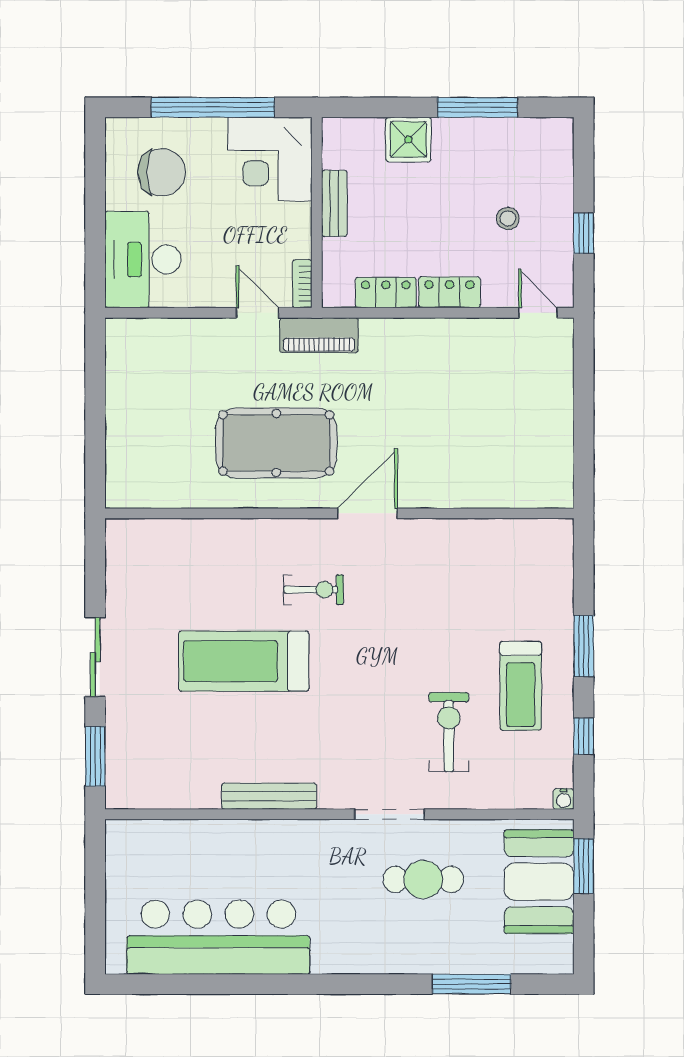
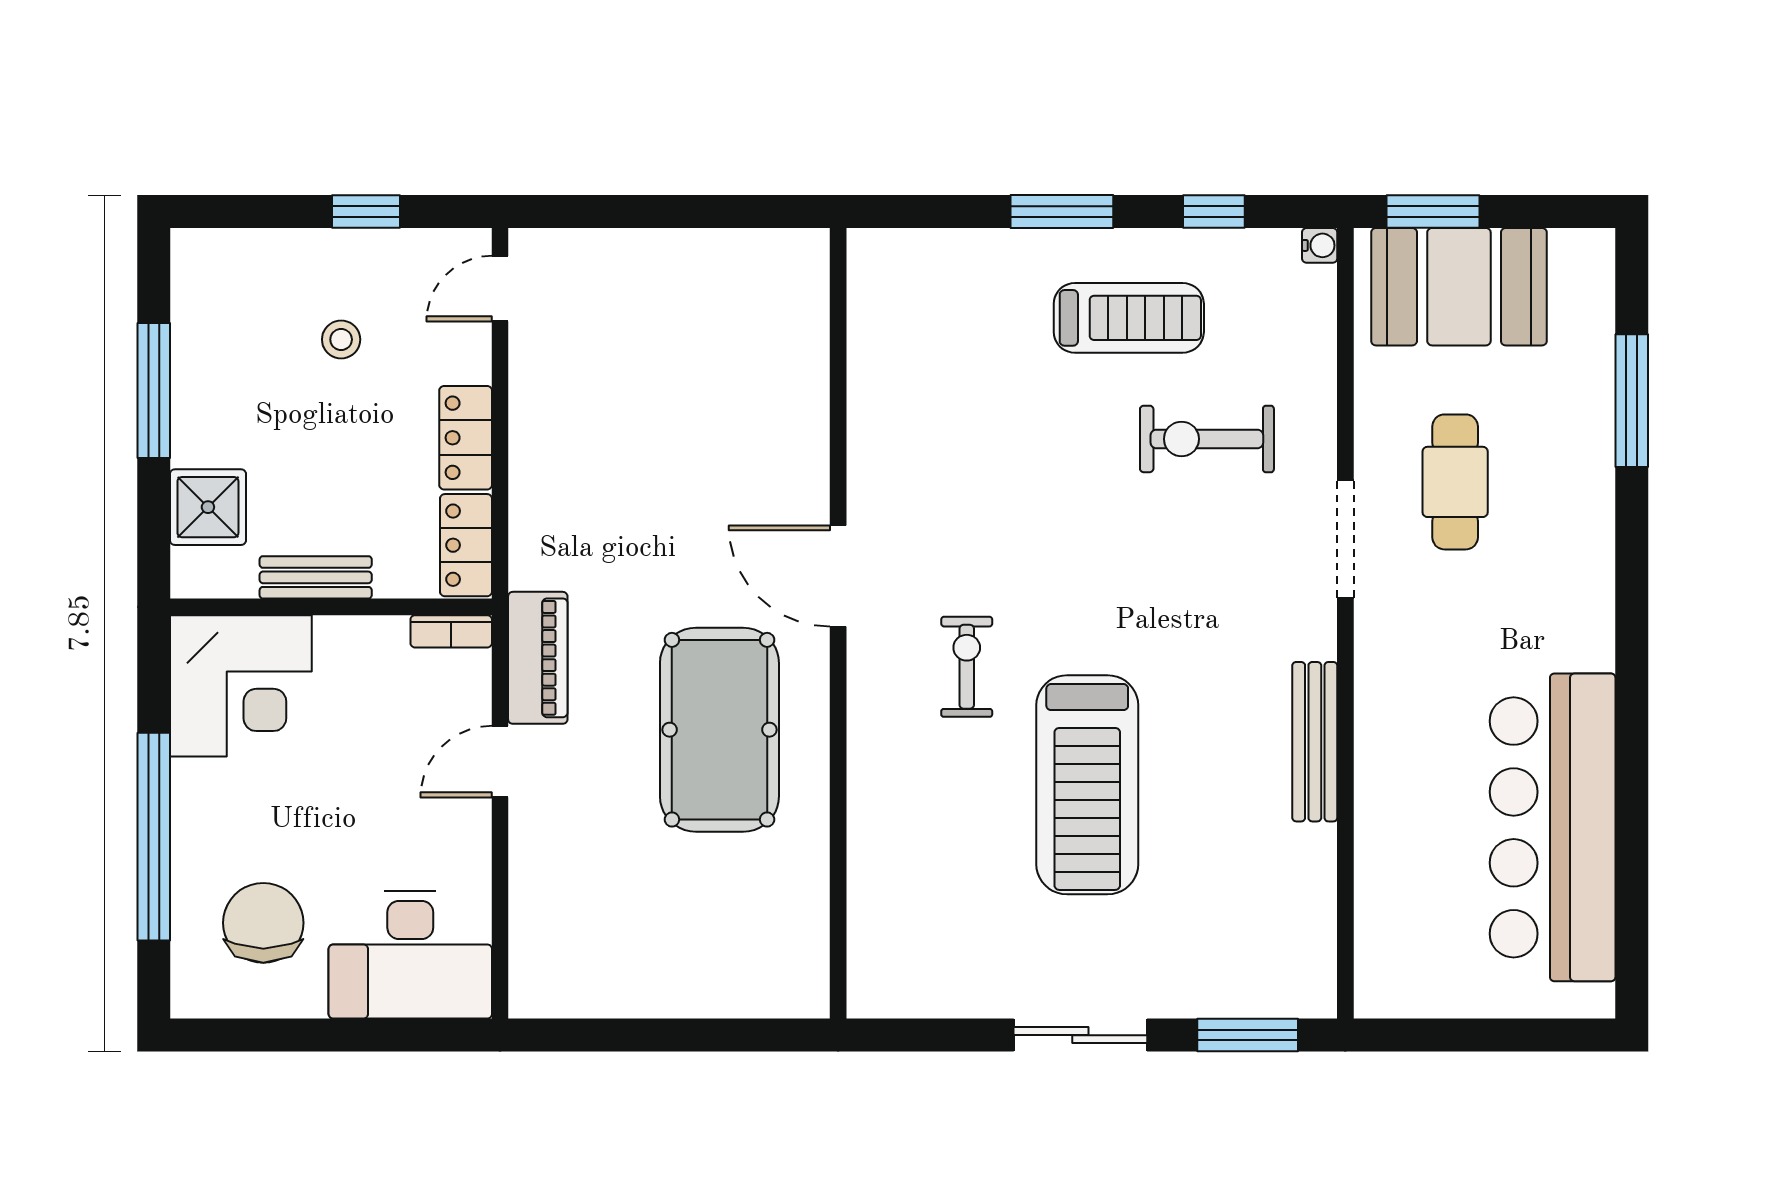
corner desk: (270, 159) -> (241, 686), moved
bench: (334, 203) -> (316, 577), moved
wall: (317, 212) -> (331, 607), moved
bookcase: (302, 284) -> (451, 631), moved

